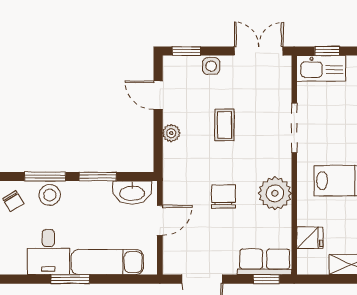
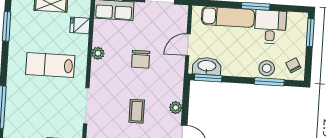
window: (98, 177) -> (208, 78), moved
plant: (275, 193) -> (98, 53), width x0.53, depth x0.53

